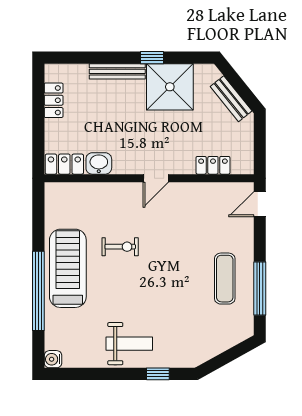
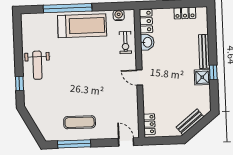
shower: (170, 87) -> (202, 77), width x0.54, depth x0.54
locker: (213, 165) -> (149, 124), moved
exercise bike: (120, 247) -> (125, 43), moved
water cooler: (53, 359) -> (119, 15), moved

